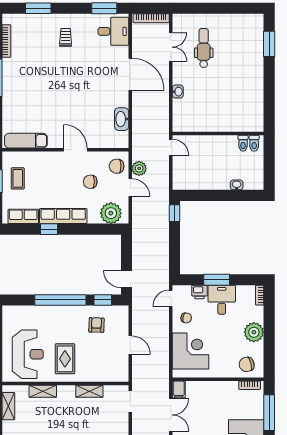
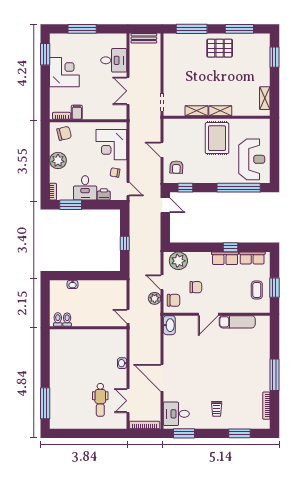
window: (269, 44) -> (45, 403), width x1.44
washbasin: (122, 119) -> (169, 325), moved
exam couch: (26, 141) -> (237, 322), moved
door: (75, 150) -> (208, 314), hinge flipped
window: (175, 213) -> (125, 243), moved
row of seats: (63, 216) -> (225, 258), width x0.68
window: (217, 280) -> (71, 205), moved
door: (171, 298) -> (128, 189), hinge flipped
window: (60, 300) -> (239, 188), moved
armchair: (96, 325) -> (176, 167), moved
reception desk: (28, 354) -> (252, 159), moved, turned 180
rug: (65, 359) -> (217, 138), width x1.36, depth x1.43
filing cabinet: (179, 390) -> (77, 112), moved
shelving: (43, 391) -> (220, 111), moved
window: (269, 413) -> (45, 93), removed

